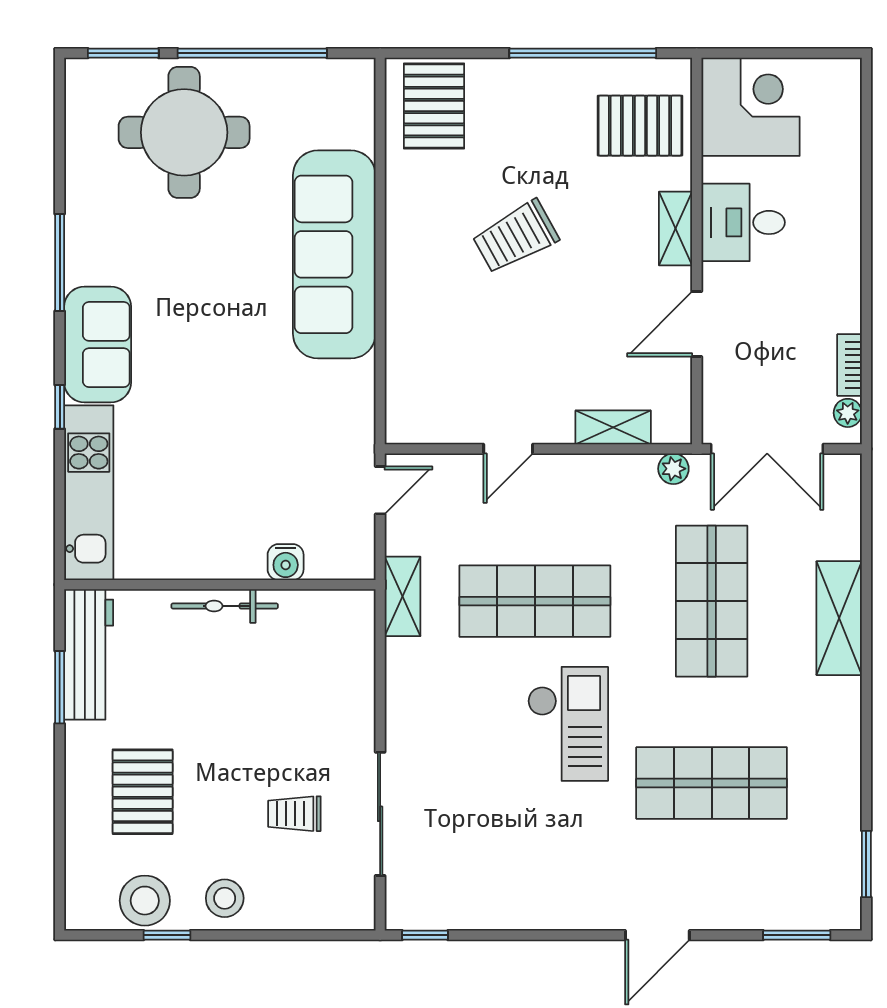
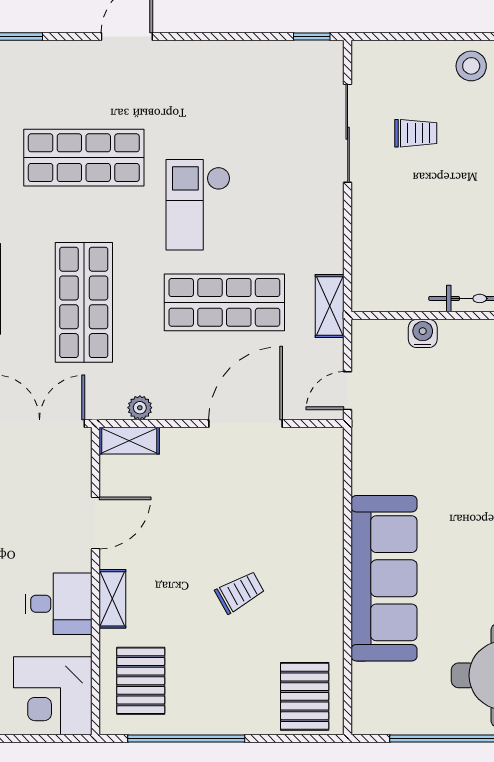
pallet: (640, 126) -> (141, 681), turned 90
trolley: (516, 237) -> (240, 592), width x0.73, depth x0.72
shelving: (613, 427) -> (129, 441), moved
door: (508, 449) -> (246, 423), width x1.87
plant: (673, 469) -> (140, 408), moved

